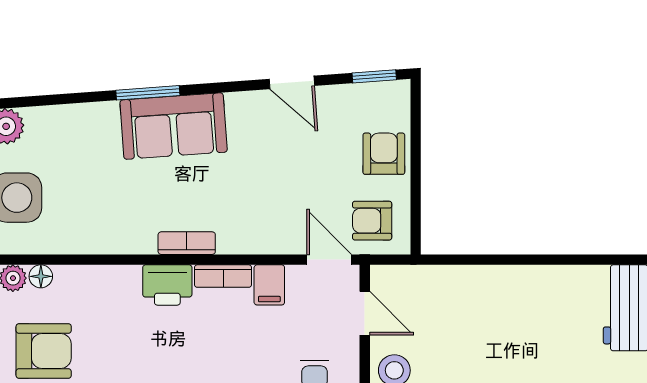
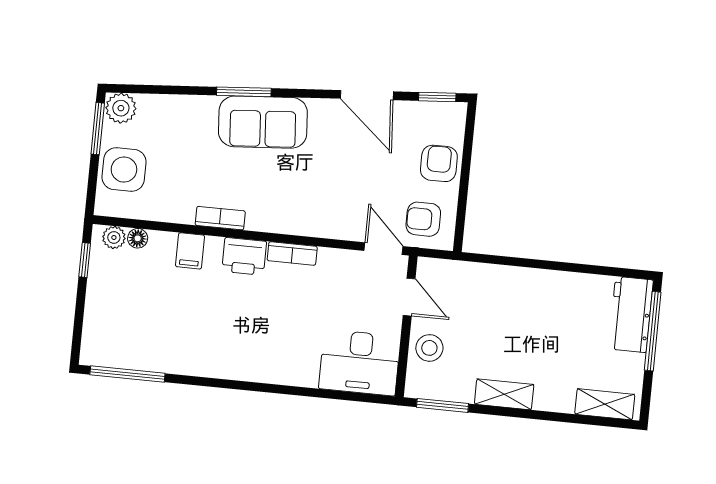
door: (292, 82) -> (367, 95), width x1.38
bookcase: (187, 243) -> (220, 218), moved
filing cabinet: (269, 285) -> (190, 251), moved
armchair: (44, 351) -> (134, 302), removed

